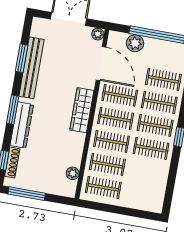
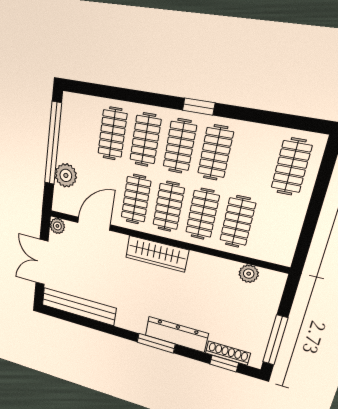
window: (22, 58) -> (92, 324), removed
door: (101, 63) -> (94, 224), width x0.73
bench: (31, 68) -> (79, 306), moved
clothes rail: (103, 187) -> (291, 167), moved

